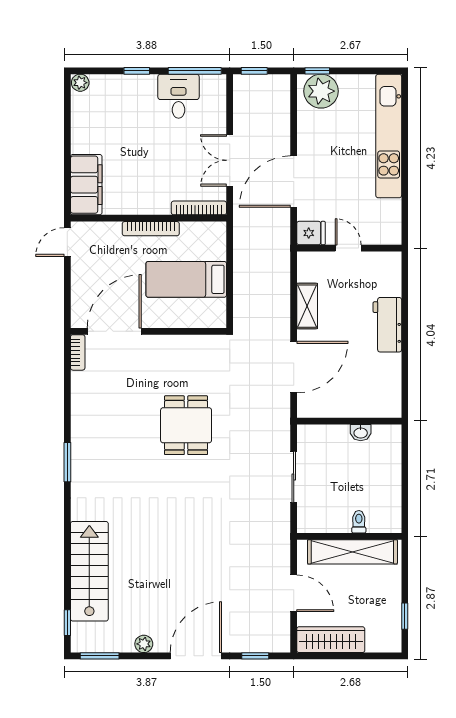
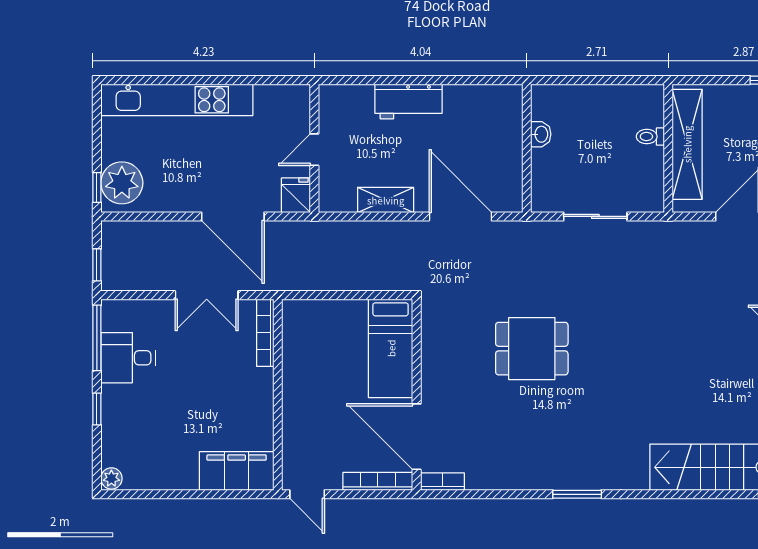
bookcase: (151, 229) -> (378, 481), moved, turned -90
bed: (186, 279) -> (391, 348), moved

